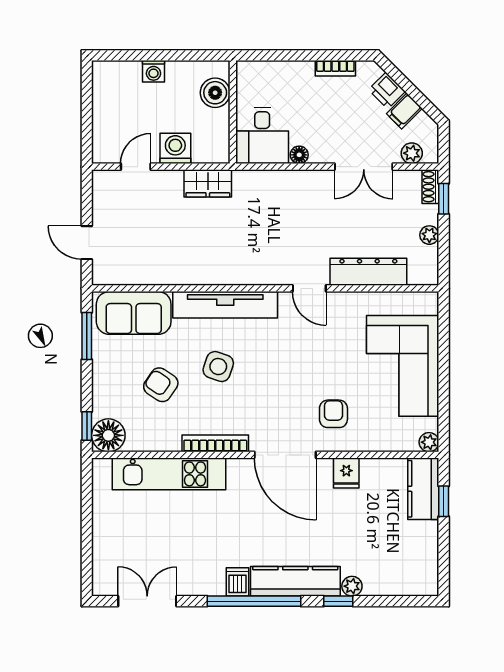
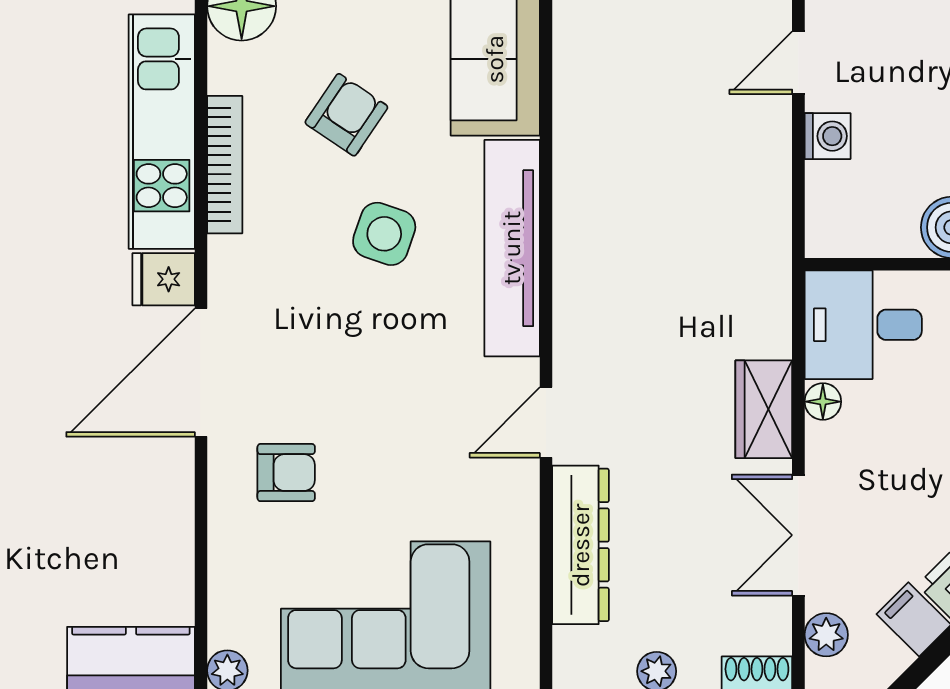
washing machine: (175, 148) -> (828, 136), width x0.73, depth x0.73
door: (136, 167) -> (798, 63), swing flipped
wardrobe: (208, 183) -> (764, 409), moved
bookcase: (215, 443) -> (225, 165), moved
fridge: (346, 473) -> (164, 279), moved

